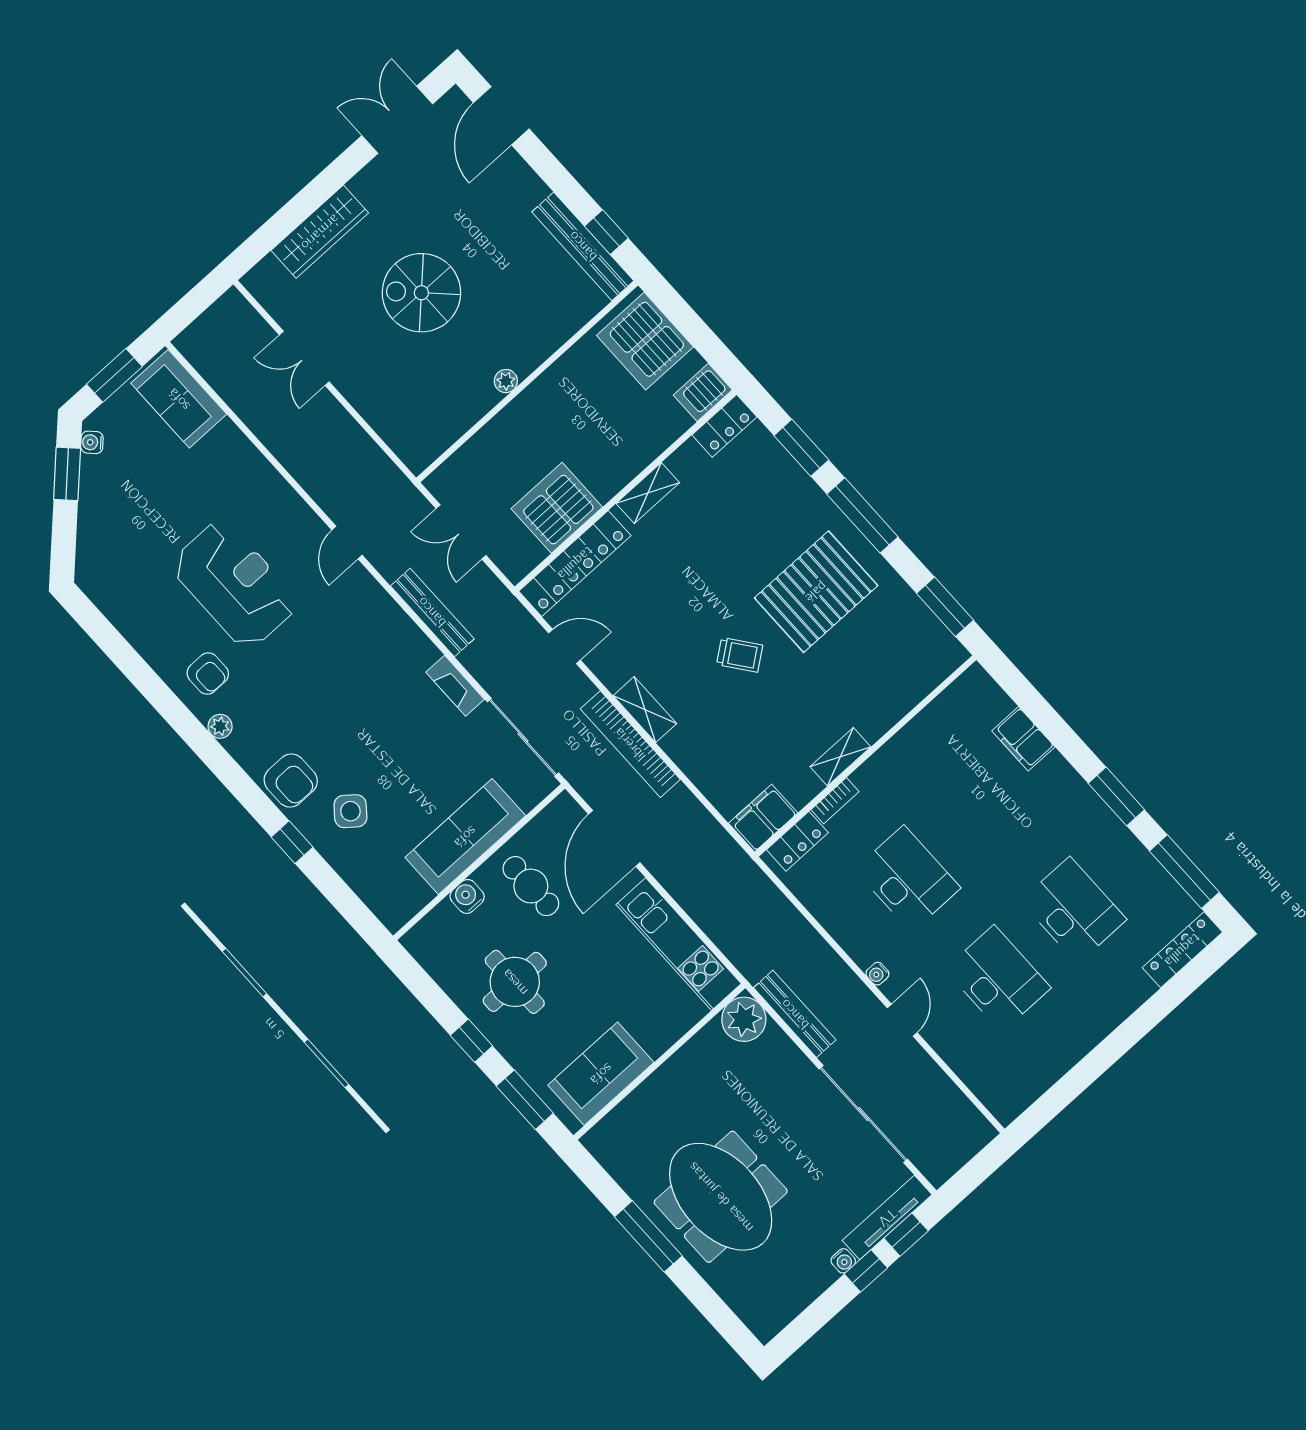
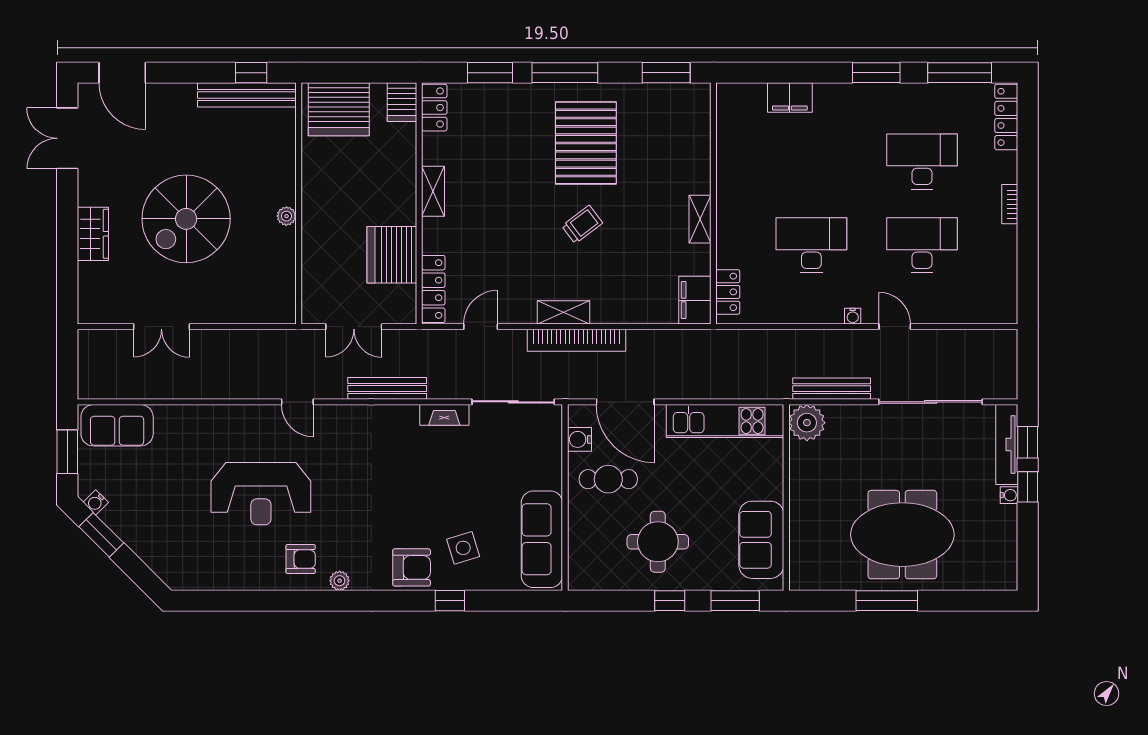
wardrobe: (320, 232) -> (93, 234), width x0.67
spiral stairs: (421, 293) -> (186, 219), width x1.37, depth x1.37
locker: (575, 563) -> (433, 289), width x0.71, depth x0.83
reception desk: (234, 584) -> (261, 494), turned 180
bookcase: (835, 801) -> (1010, 204), moved, turned 180
side table: (350, 811) -> (463, 548), turned 34
sofa: (465, 837) -> (542, 539), moved
water cooler: (467, 896) -> (579, 439), moved

